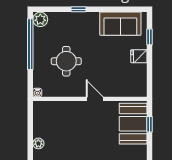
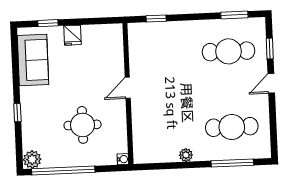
booth: (133, 124) -> (156, 39), removed

